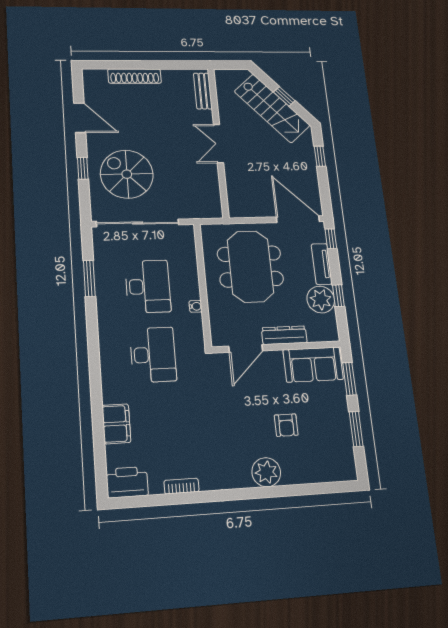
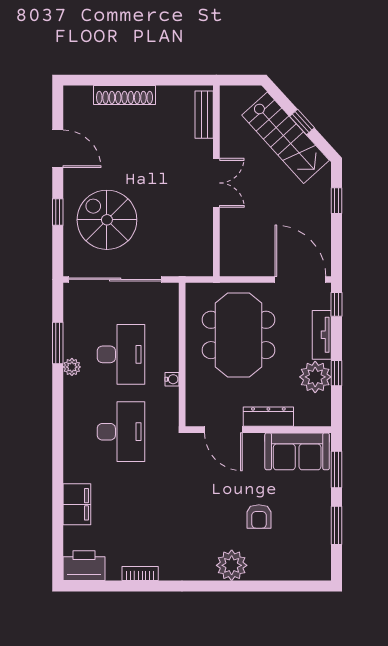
double door: (218, 144) -> (216, 183), swing flipped
plant: (104, 299) -> (72, 367), added
door: (246, 348) -> (223, 430), hinge flipped

